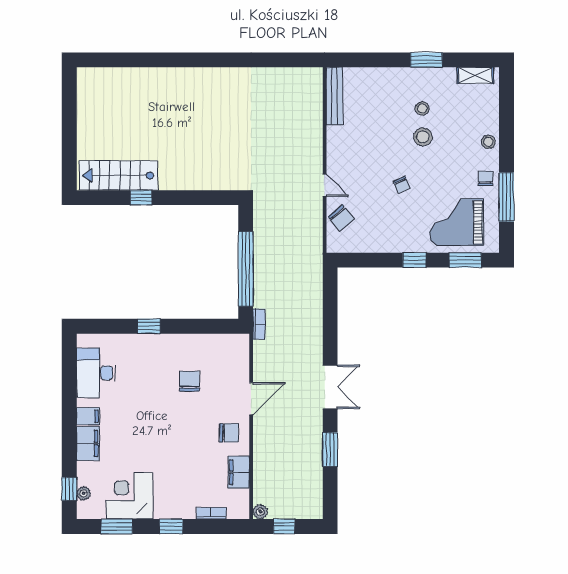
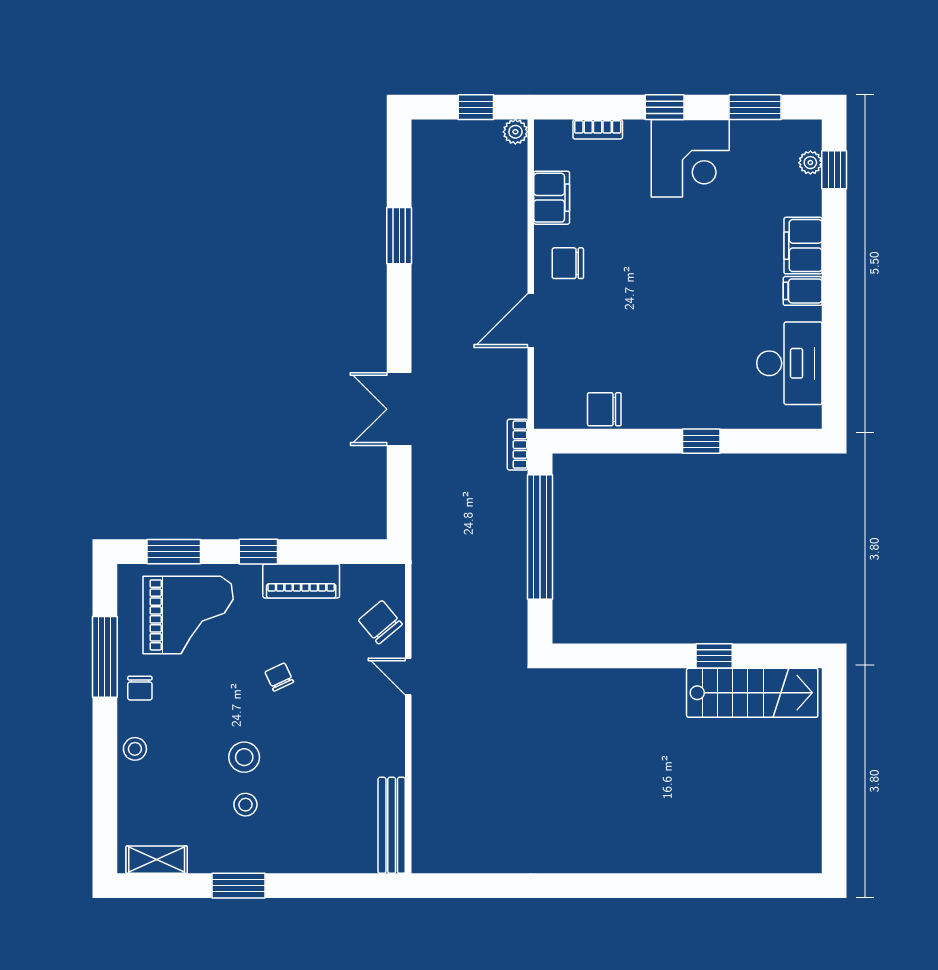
piano: (389, 243) -> (301, 581), added
chair: (189, 381) -> (604, 409), moved, turned 90
double door: (330, 387) -> (399, 409), moved
corner desk: (129, 496) -> (690, 158), moved

